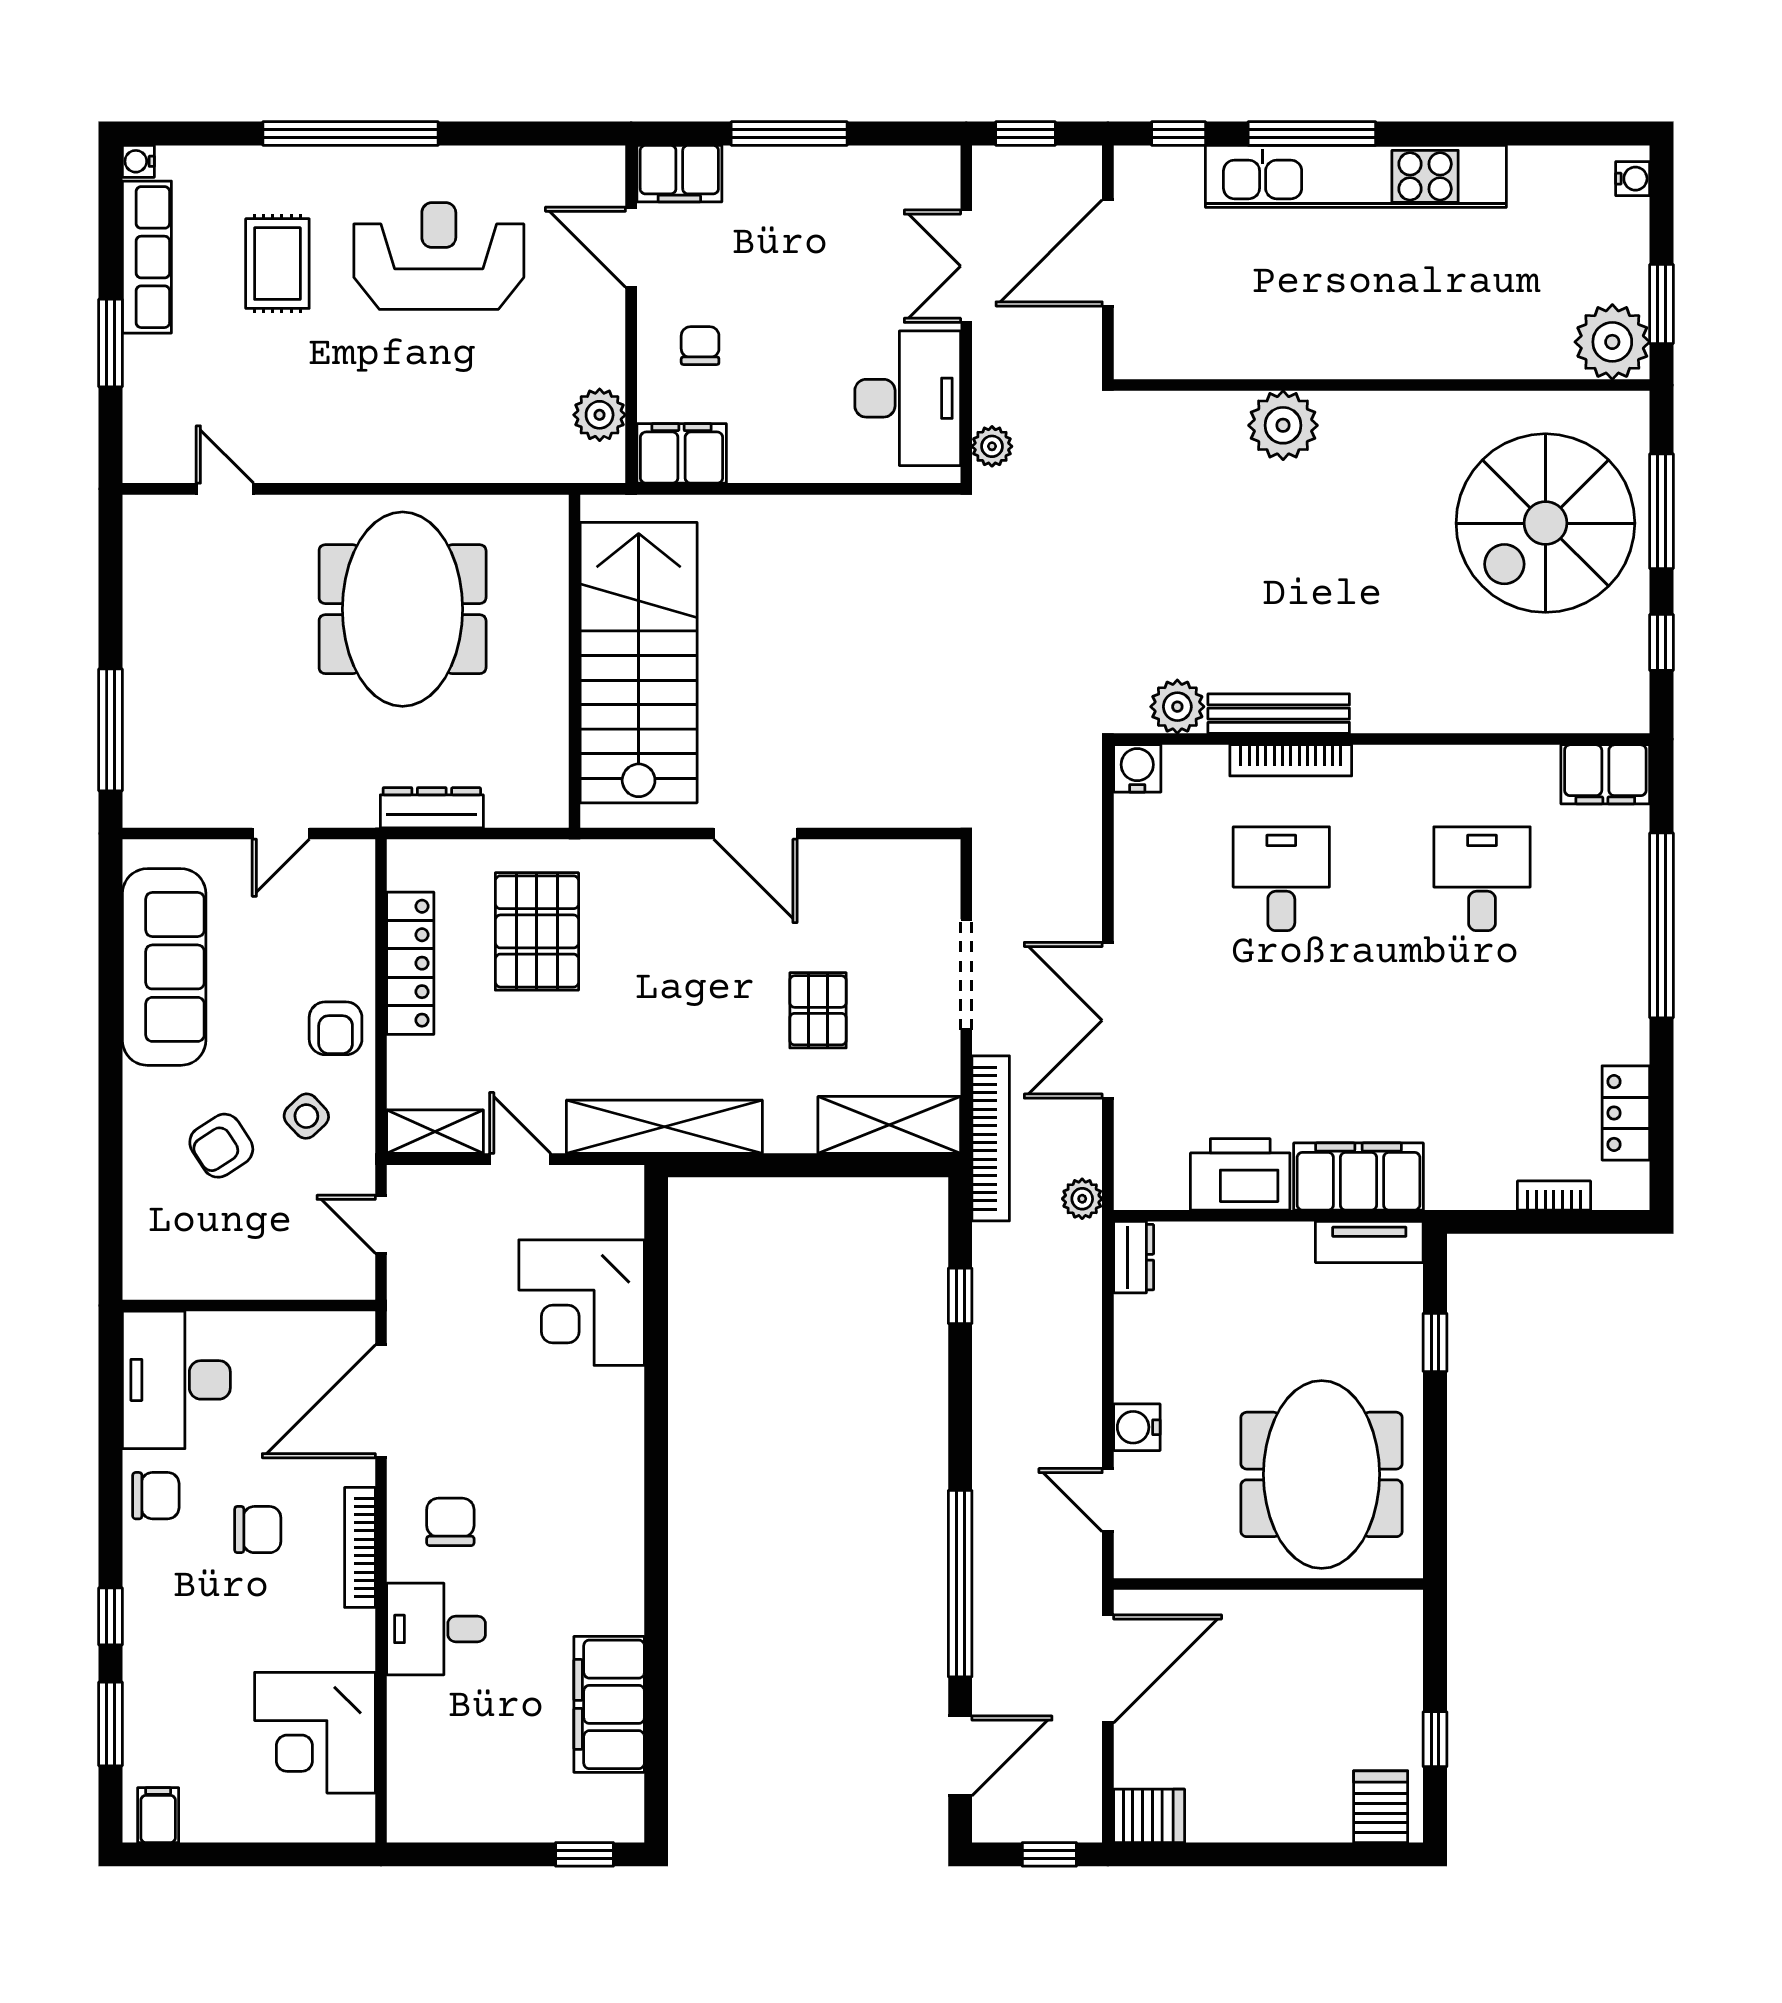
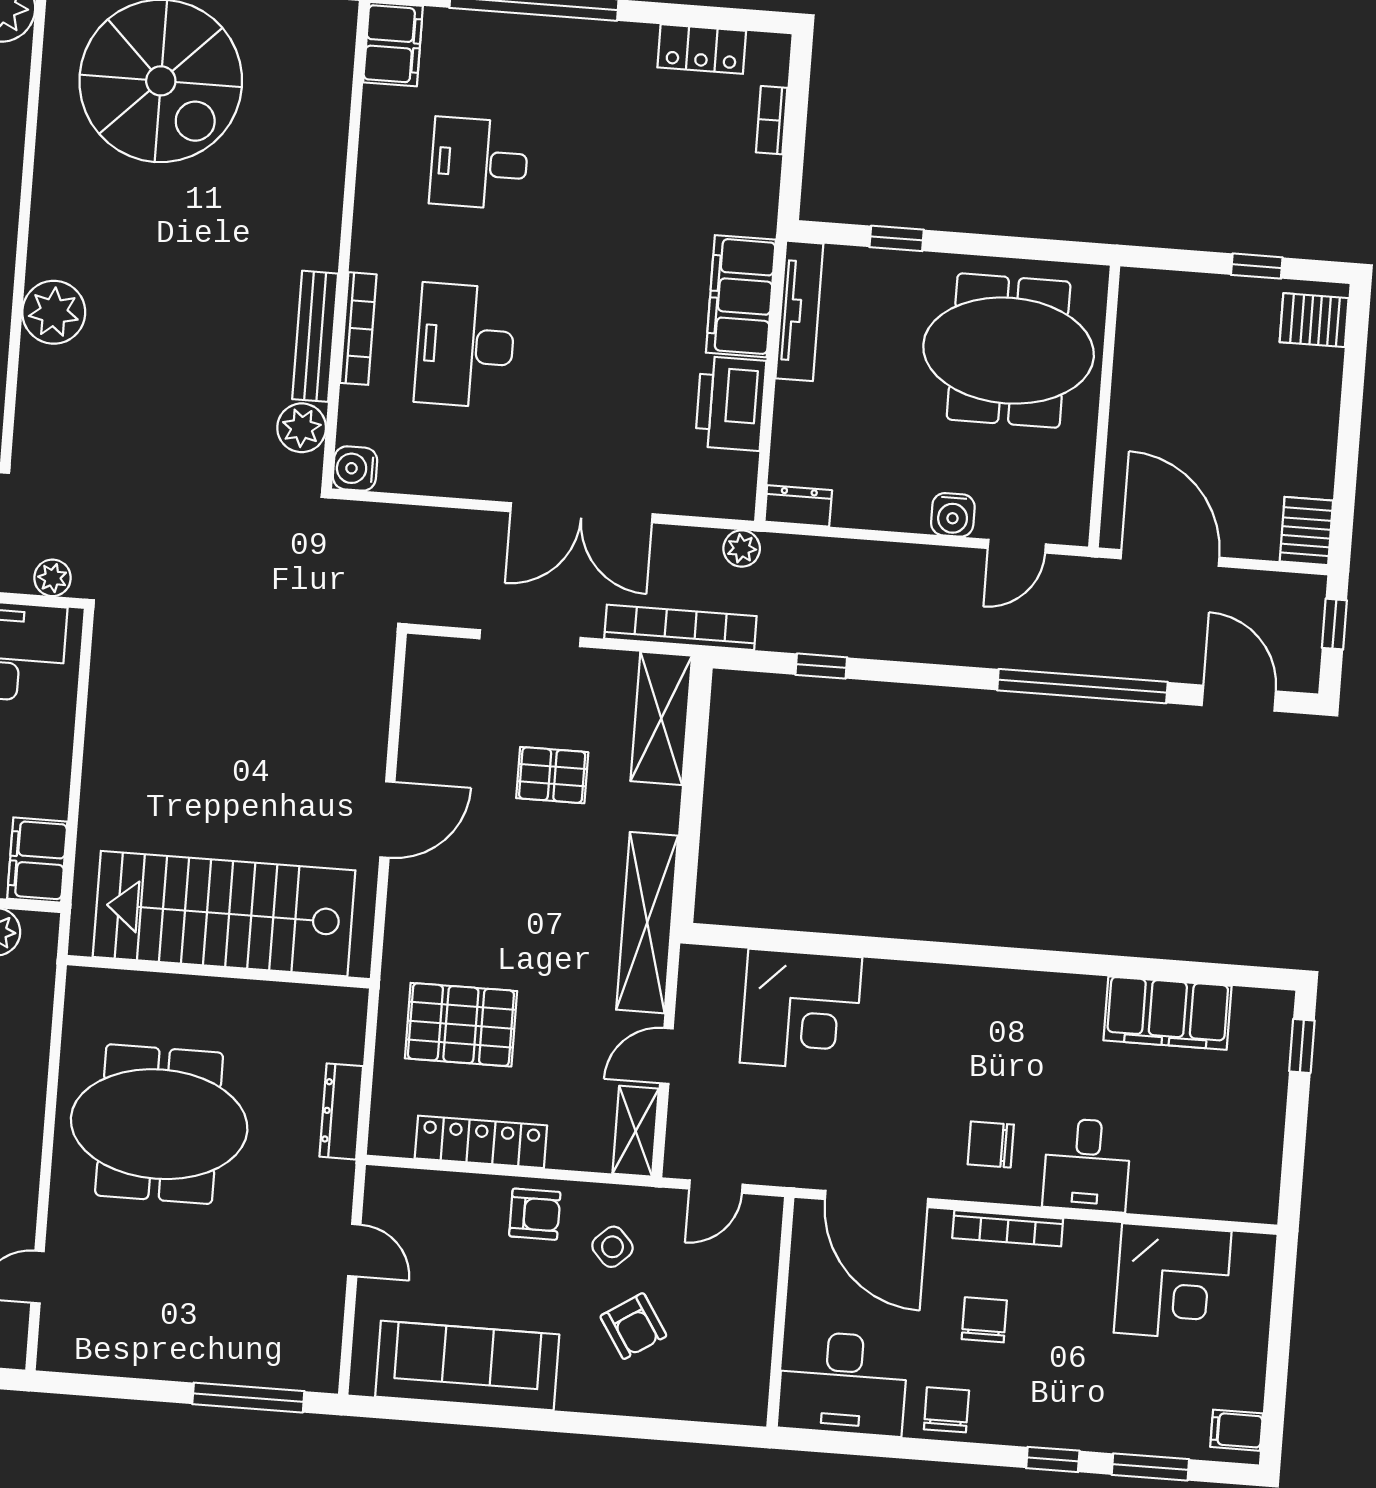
desk: (1281, 879) -> (465, 345), width x1.37
tv unit: (1369, 1242) -> (799, 311), width x1.41

